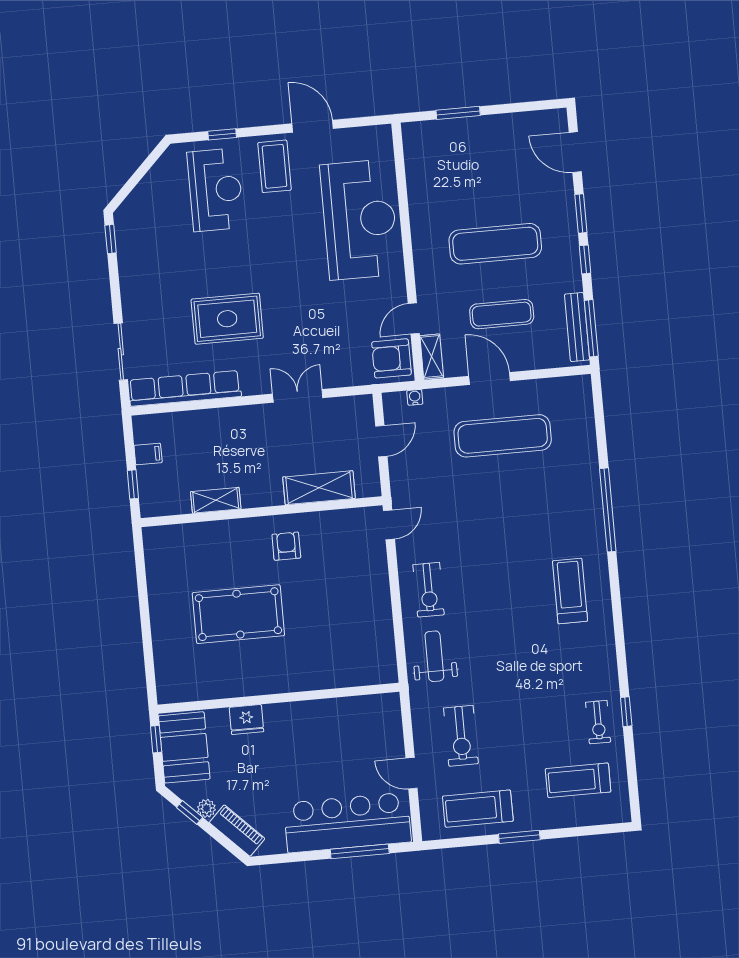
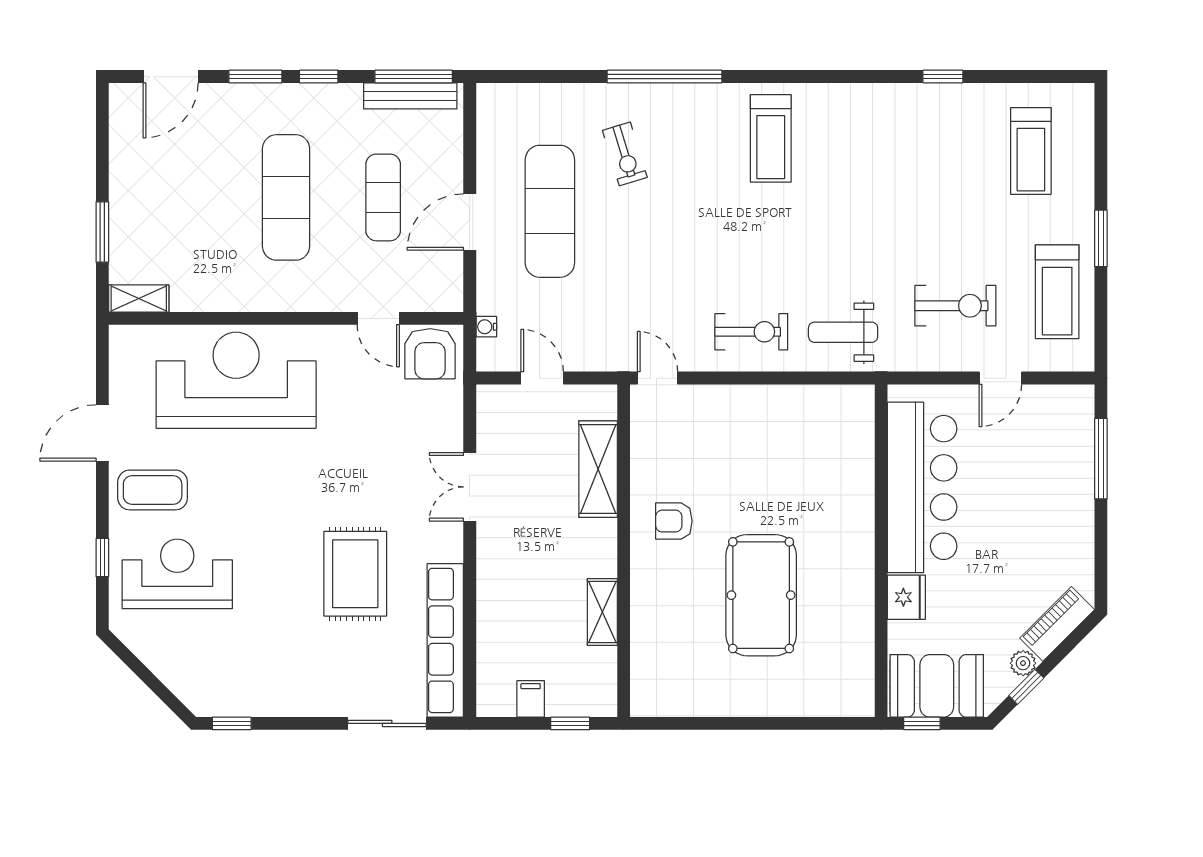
shelving: (432, 357) -> (139, 299), moved
treadmill: (570, 591) -> (771, 138), turned -90
exercise bike: (598, 722) -> (625, 154), moved, turned 73
bar counter: (347, 823) -> (922, 487), moved, turned 180

